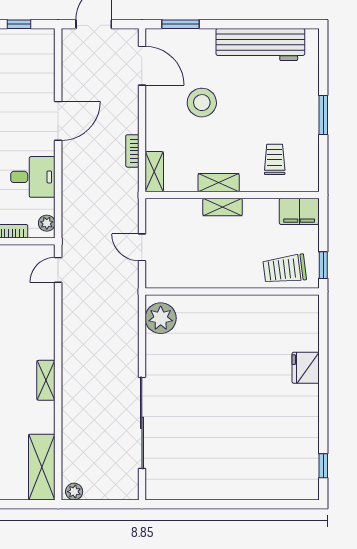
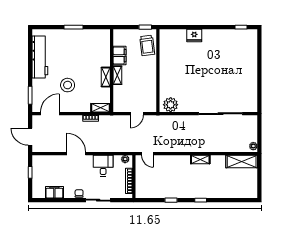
trolley: (275, 159) -> (95, 50), removed
filing cabinet: (299, 211) -> (120, 56), moved

